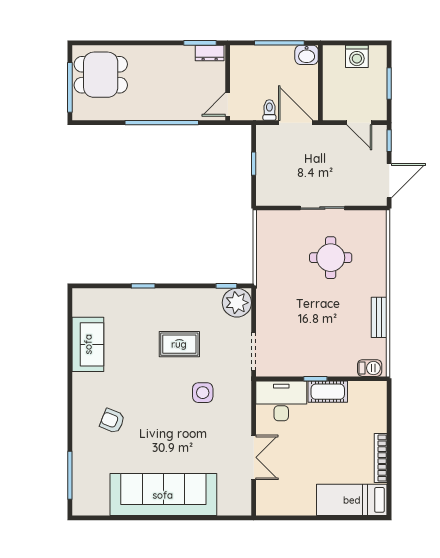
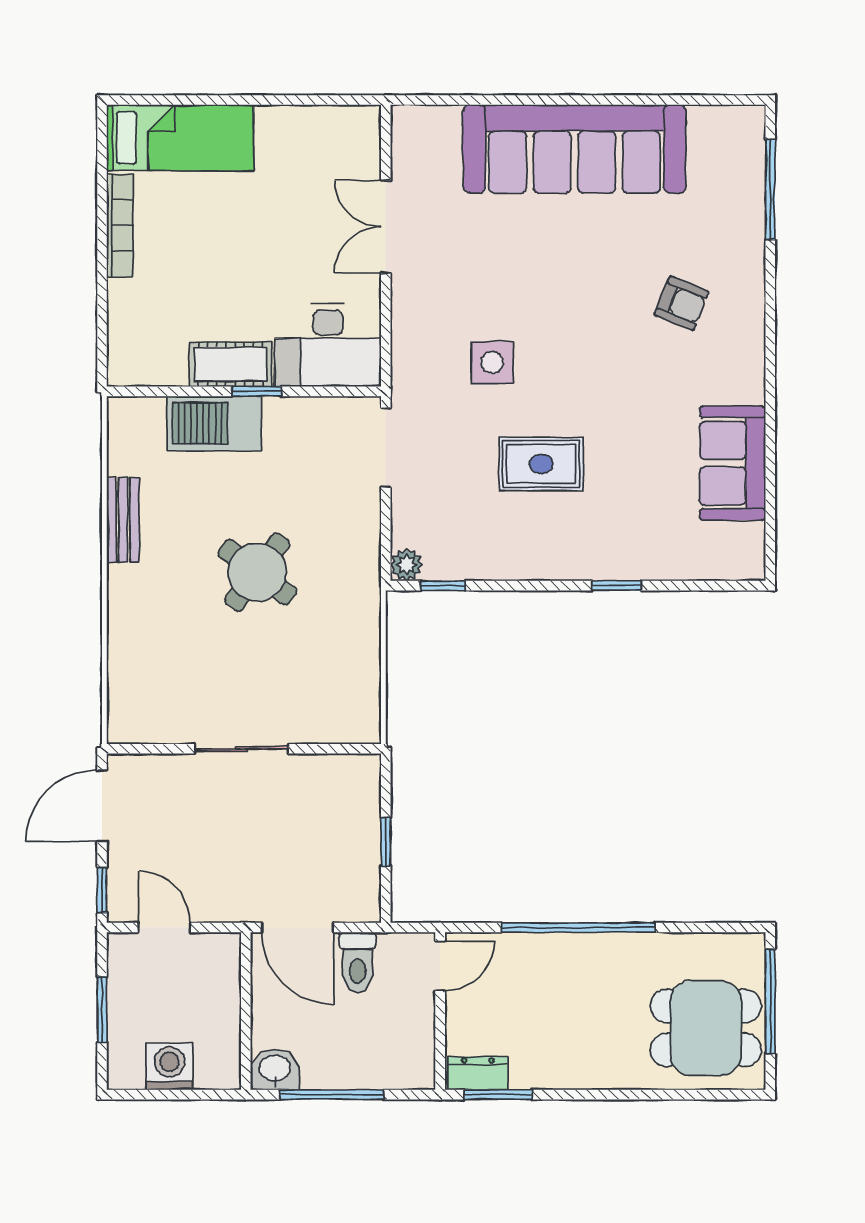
toilet: (269, 110) -> (358, 963), width x1.37, depth x1.39
round table: (331, 258) -> (257, 572), moved, turned 37
plant: (237, 303) -> (407, 565), width x0.53, depth x0.53
barbecue: (370, 368) -> (214, 423), moved, width x1.88, depth x1.53

